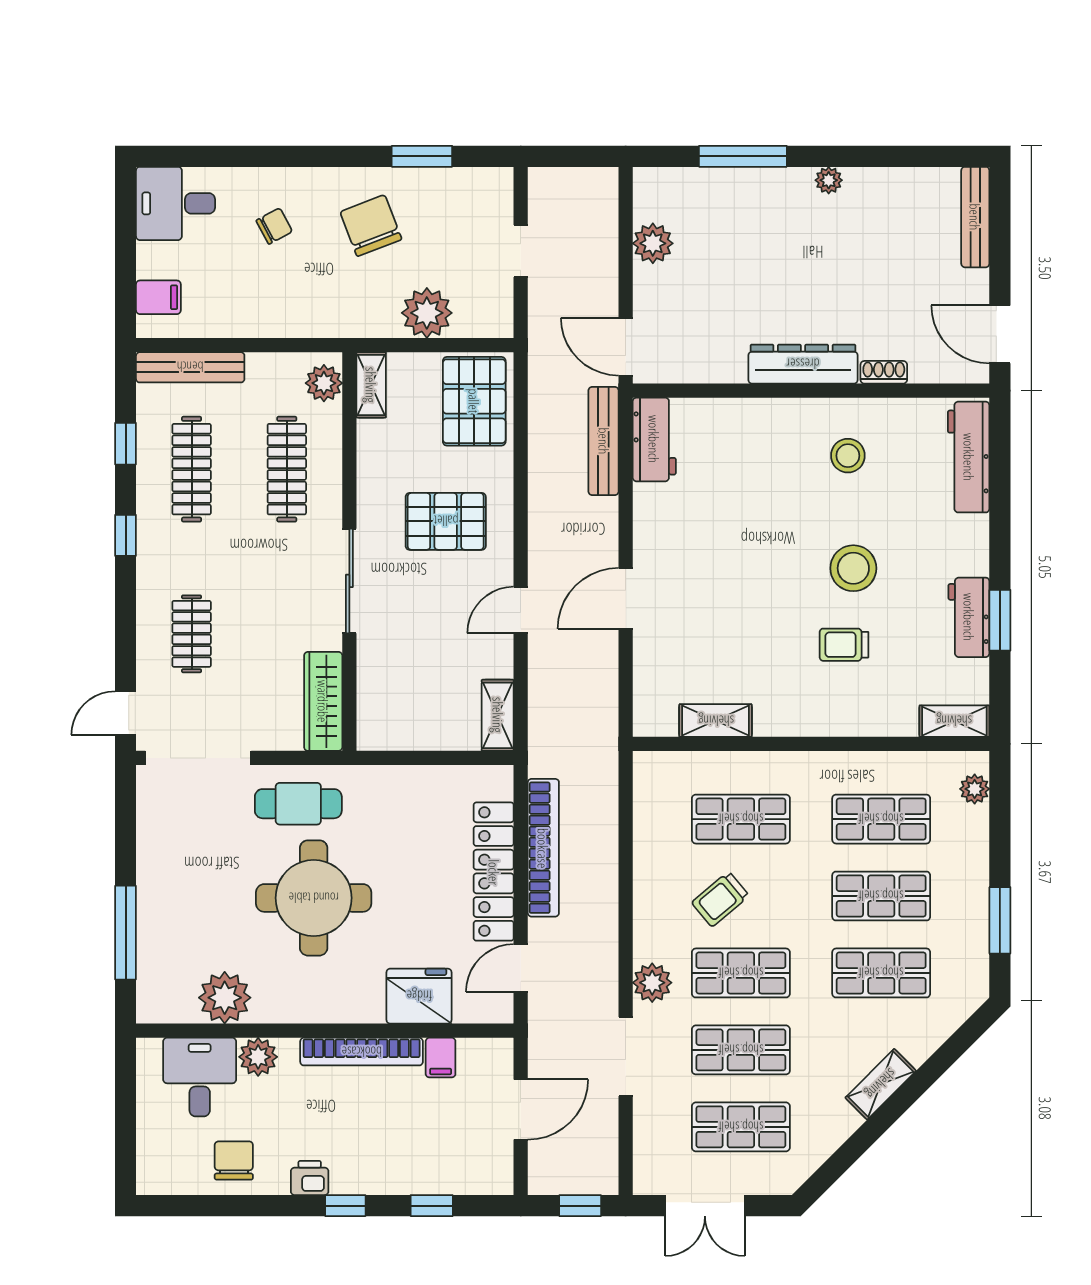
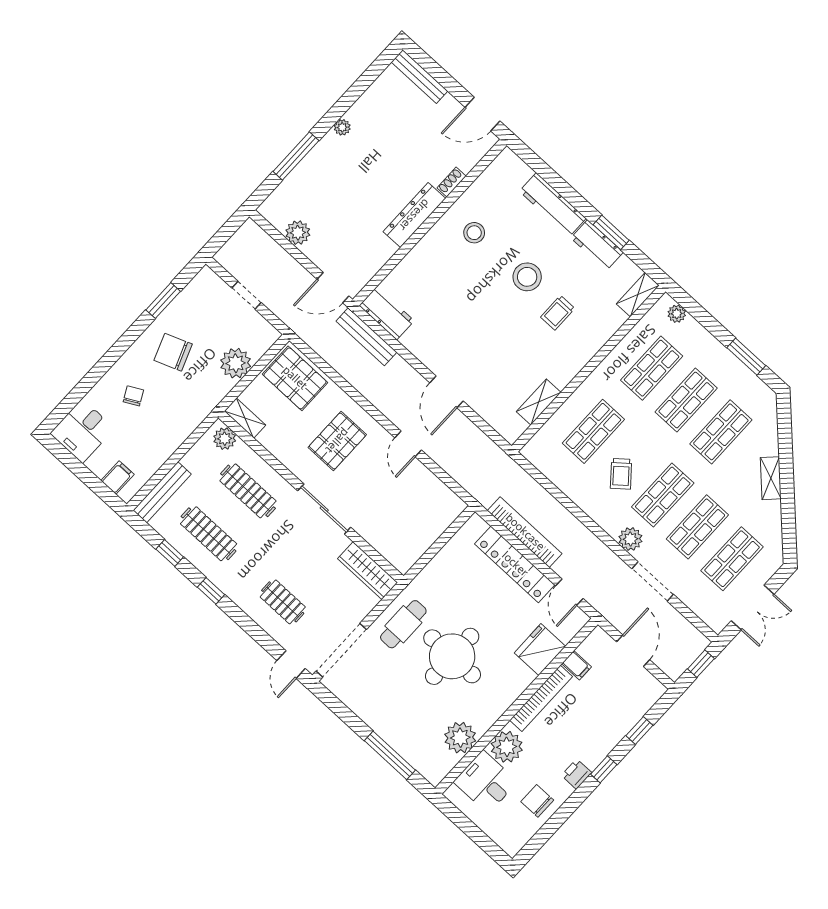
workbench: (969, 457) -> (553, 205), moved
shelving: (498, 715) -> (446, 498), removed
plant: (258, 1057) -> (507, 747), width x1.36, depth x1.36

